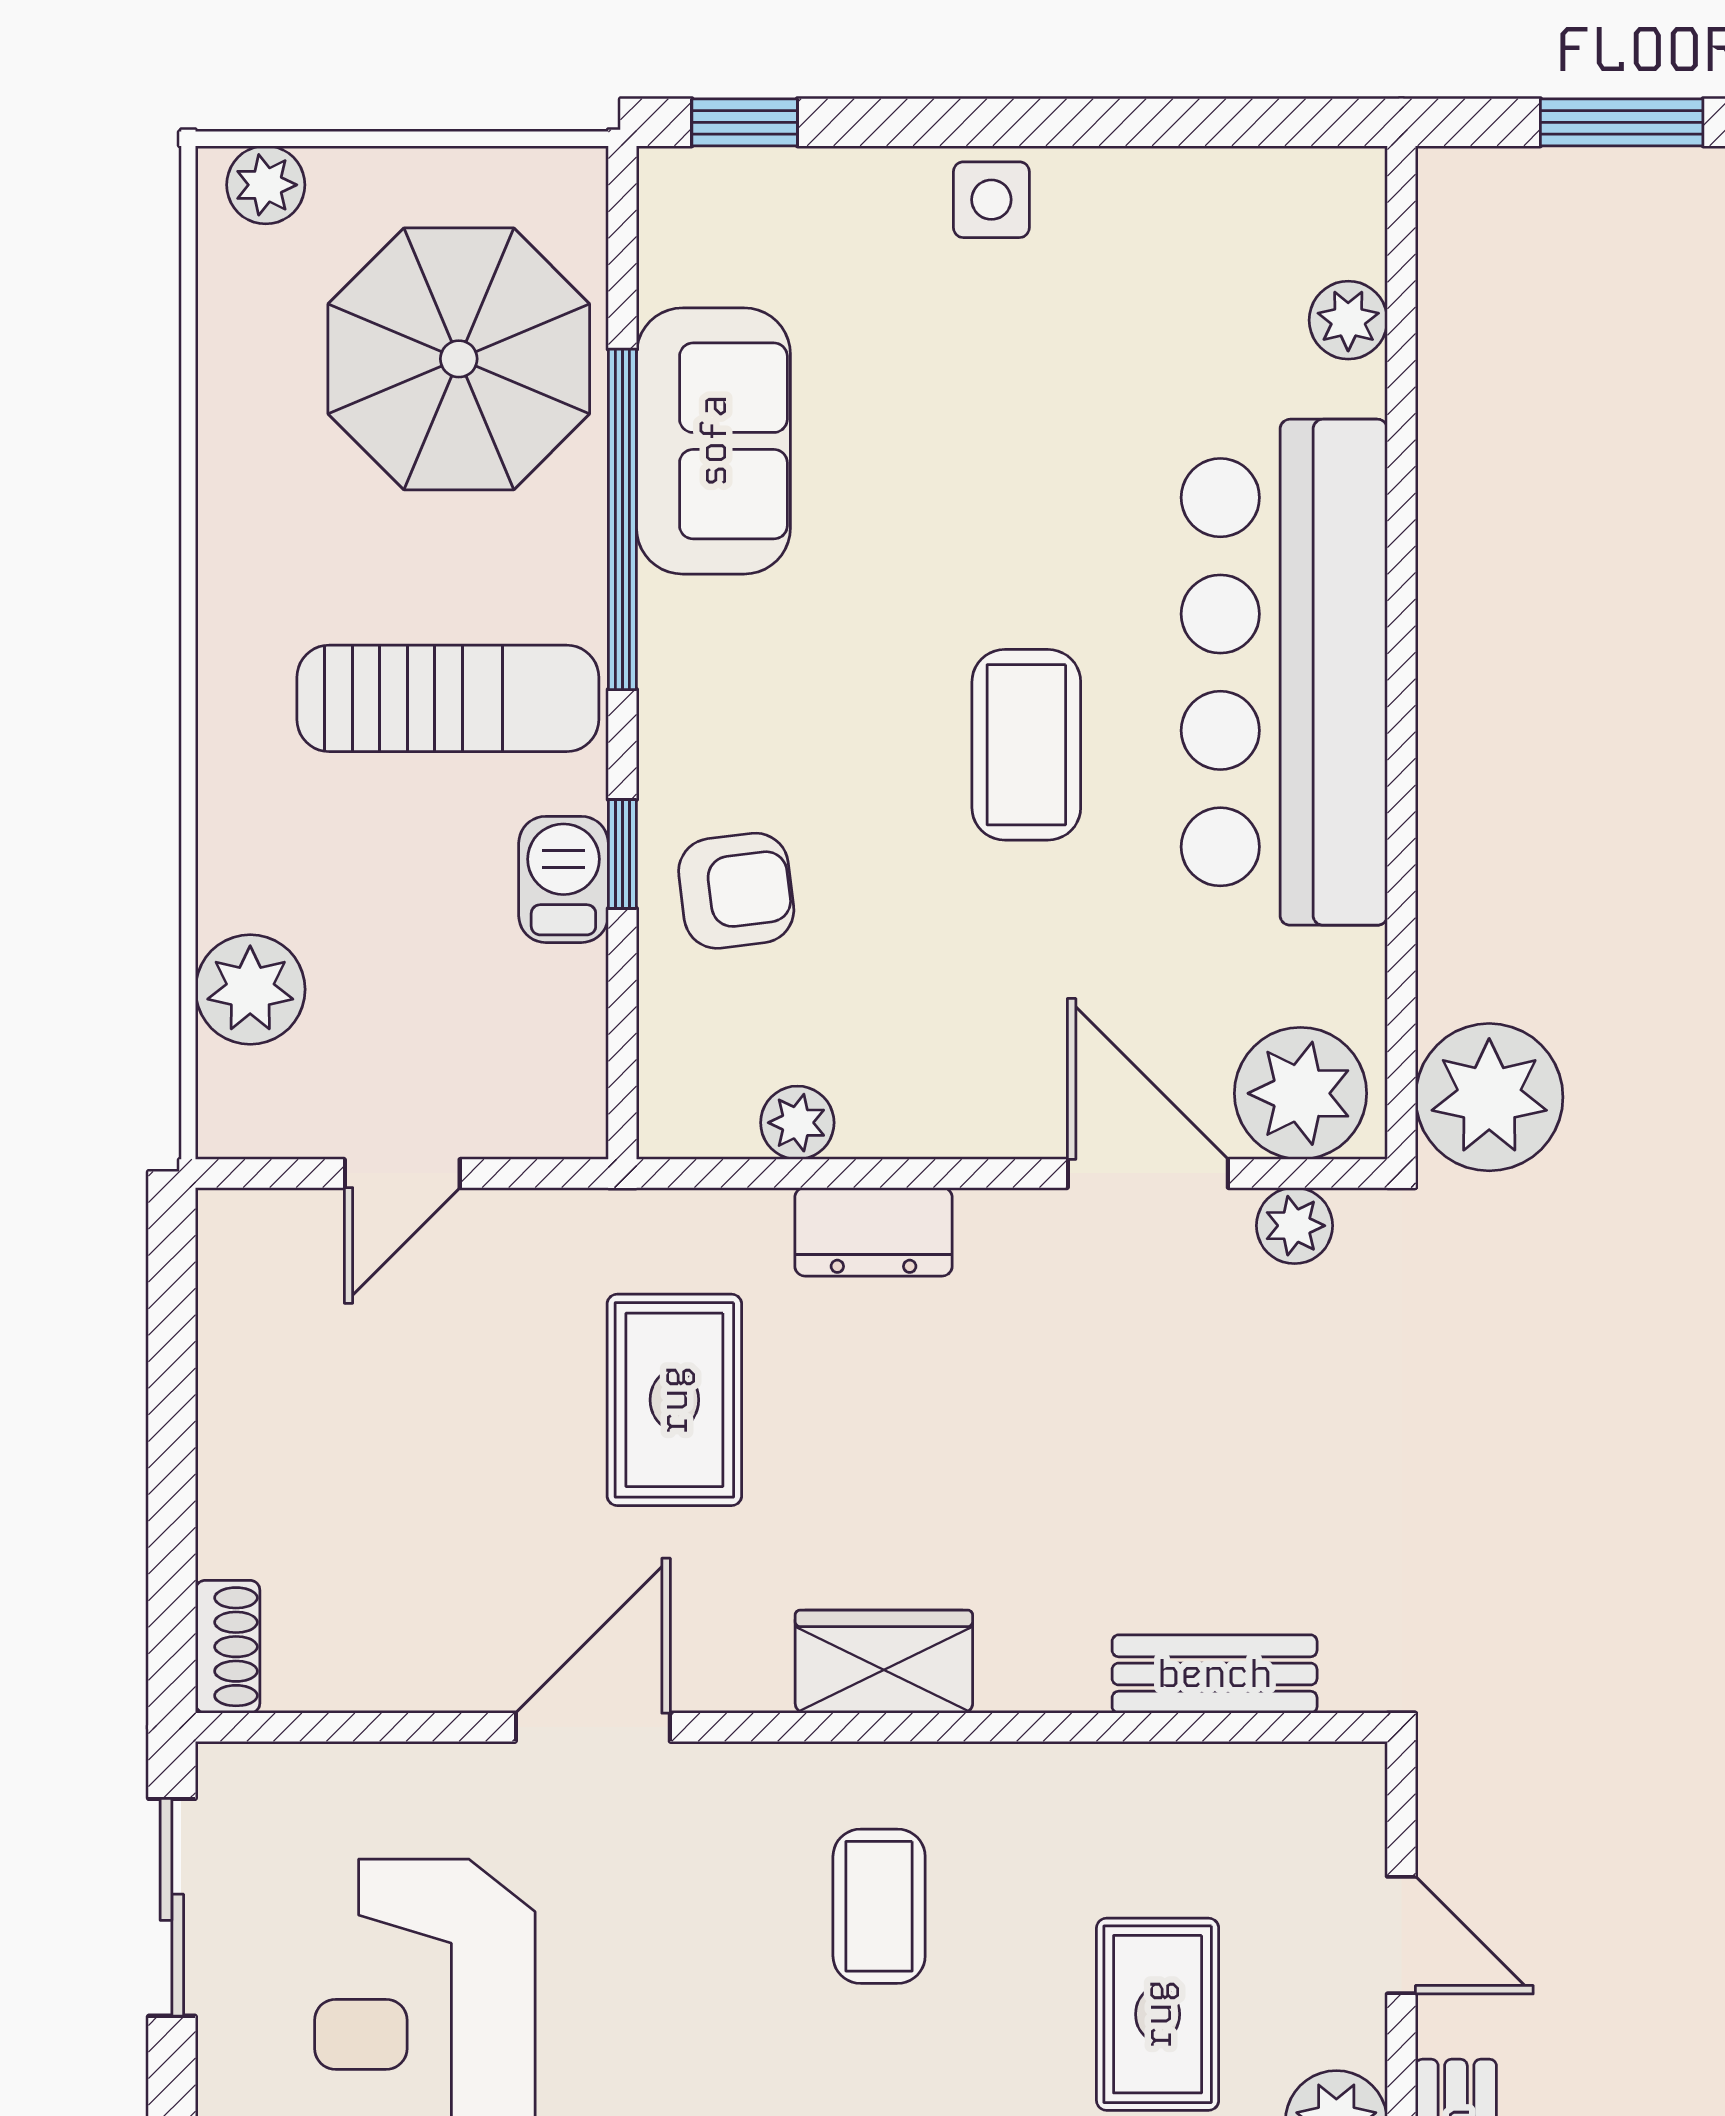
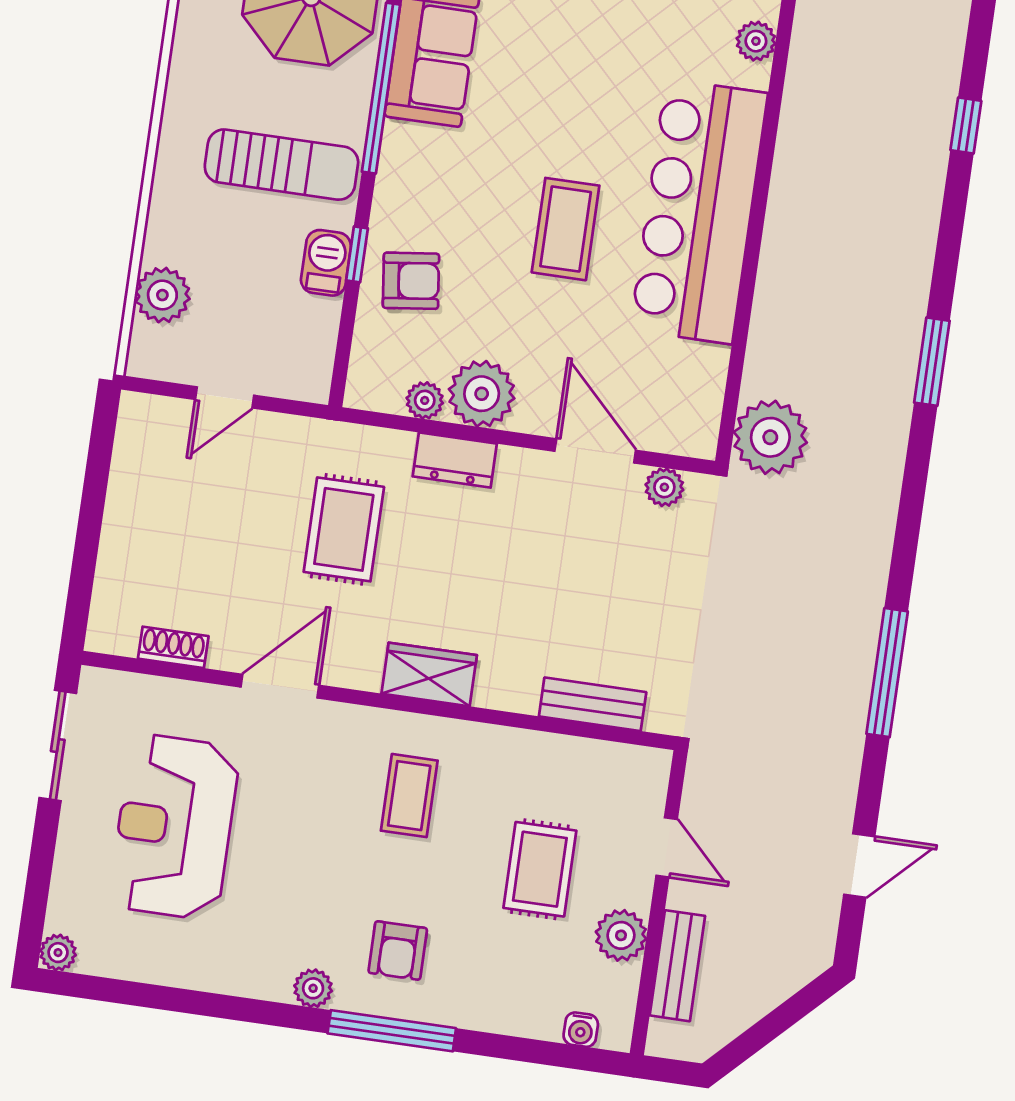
plant: (1300, 1093) -> (482, 394), moved
shoe rack: (228, 1647) -> (173, 647), moved, turned -90

